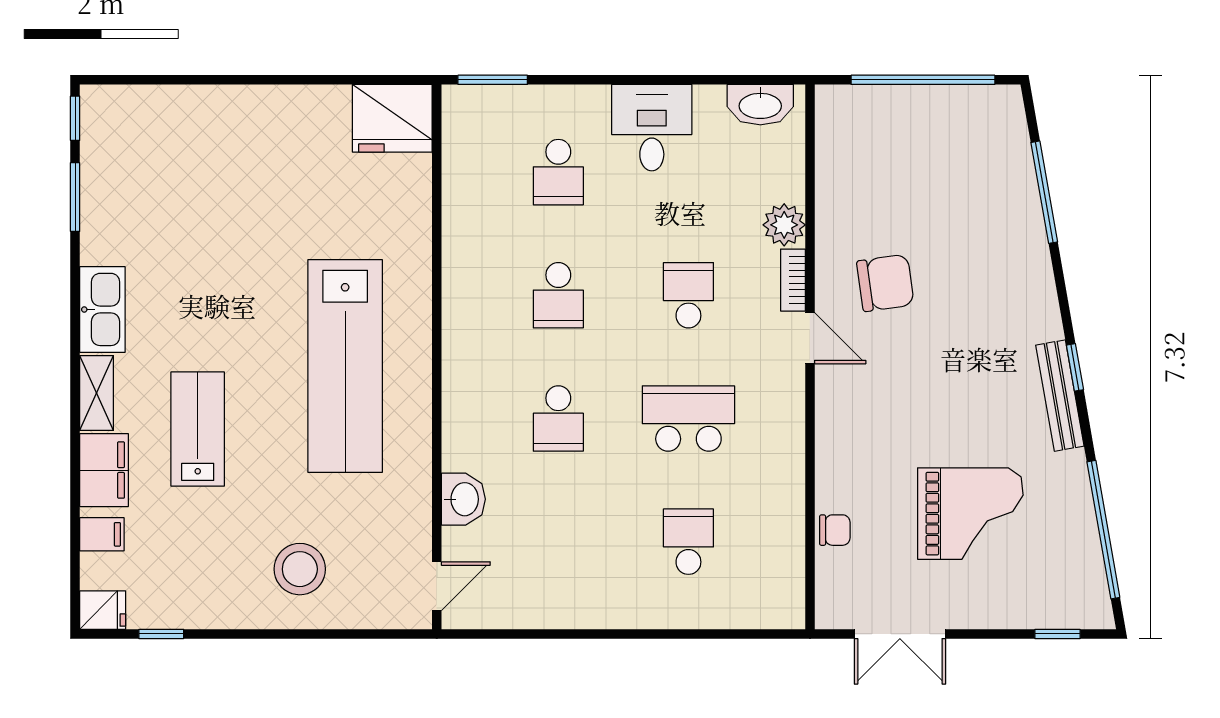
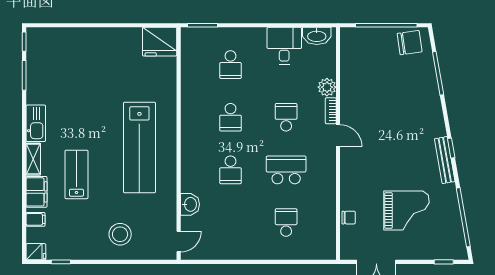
desk: (652, 128) -> (284, 46), moved
chair: (885, 283) -> (410, 43), moved

